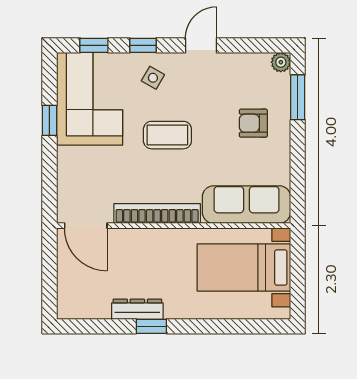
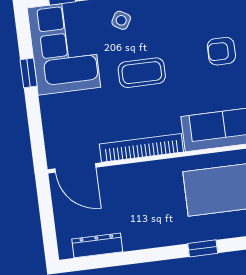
dresser: (137, 309) -> (97, 245), moved
window: (151, 326) -> (203, 248), moved

